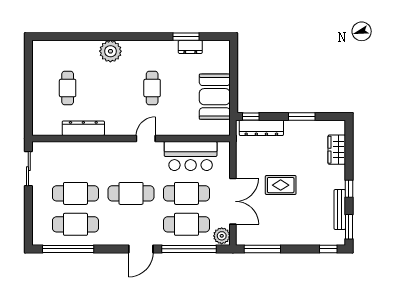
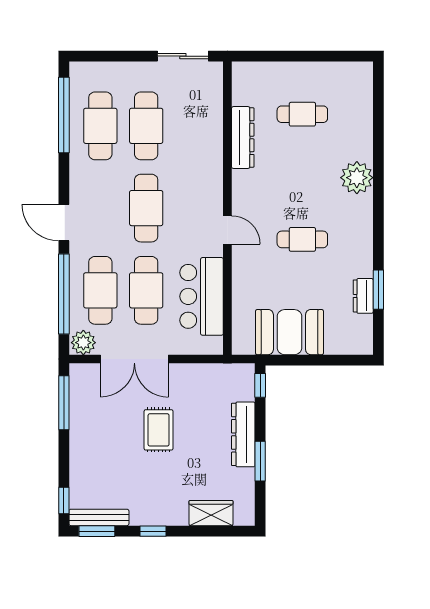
dresser: (261, 128) -> (243, 434), moved
bench: (340, 209) -> (99, 517), moved

